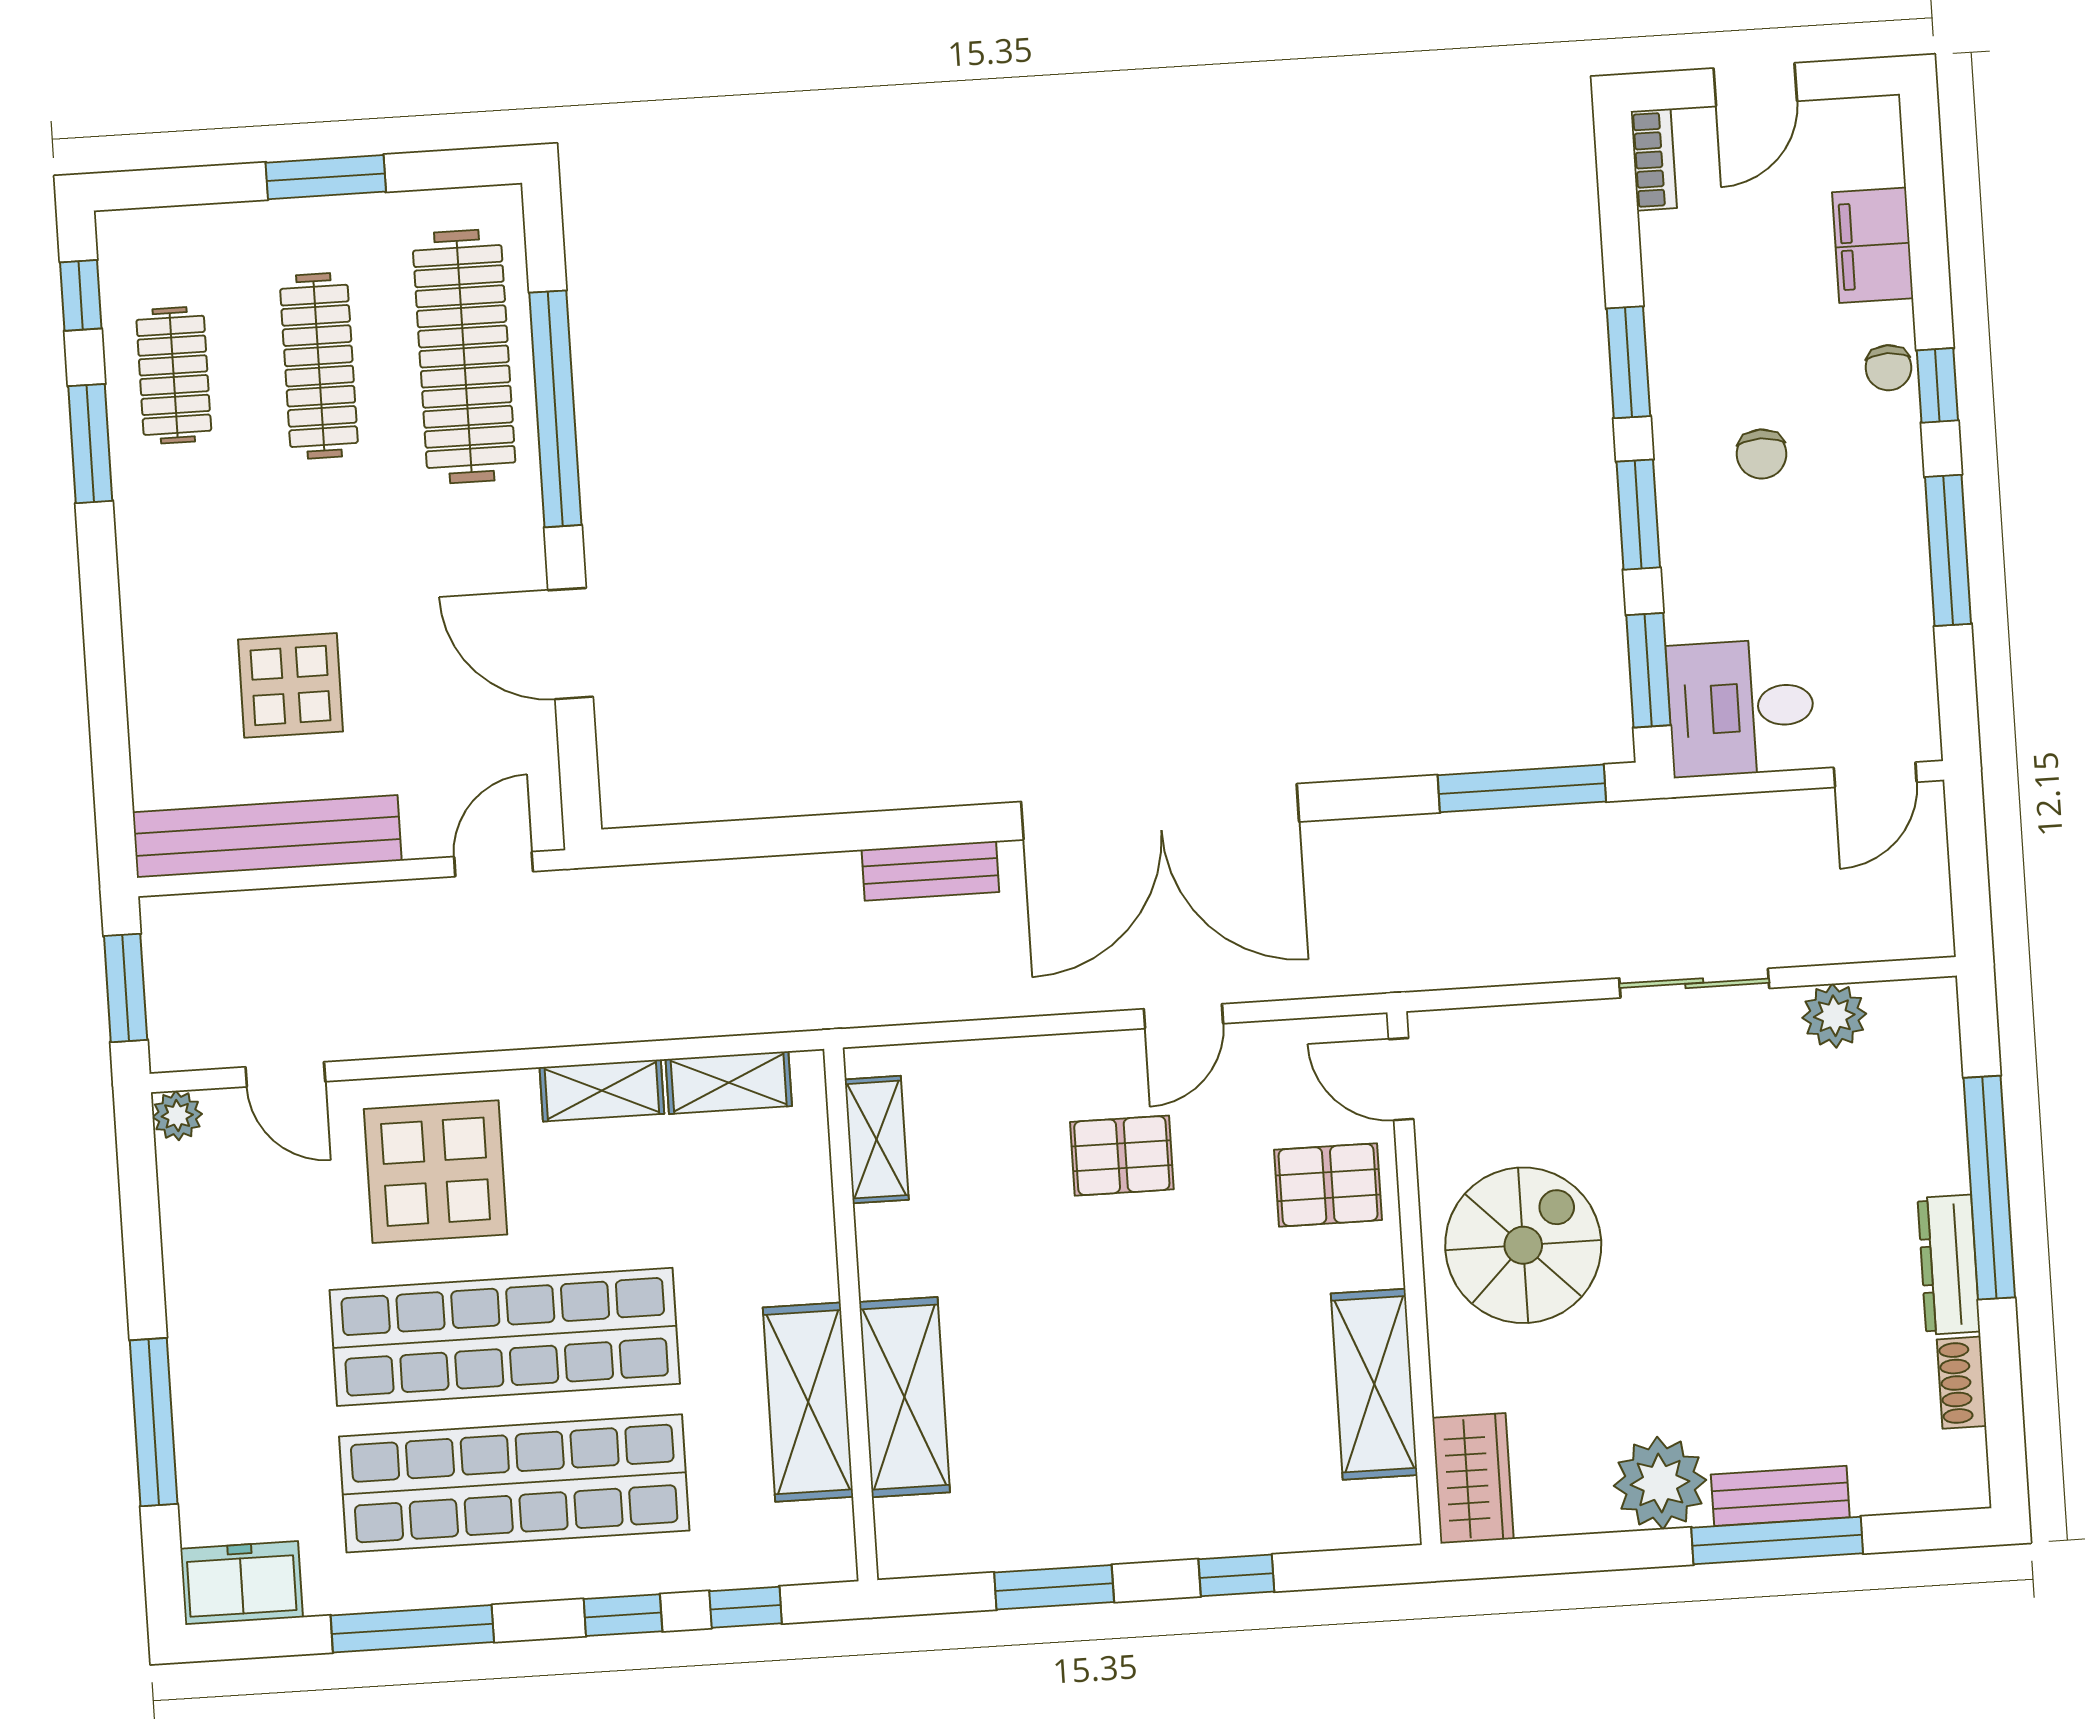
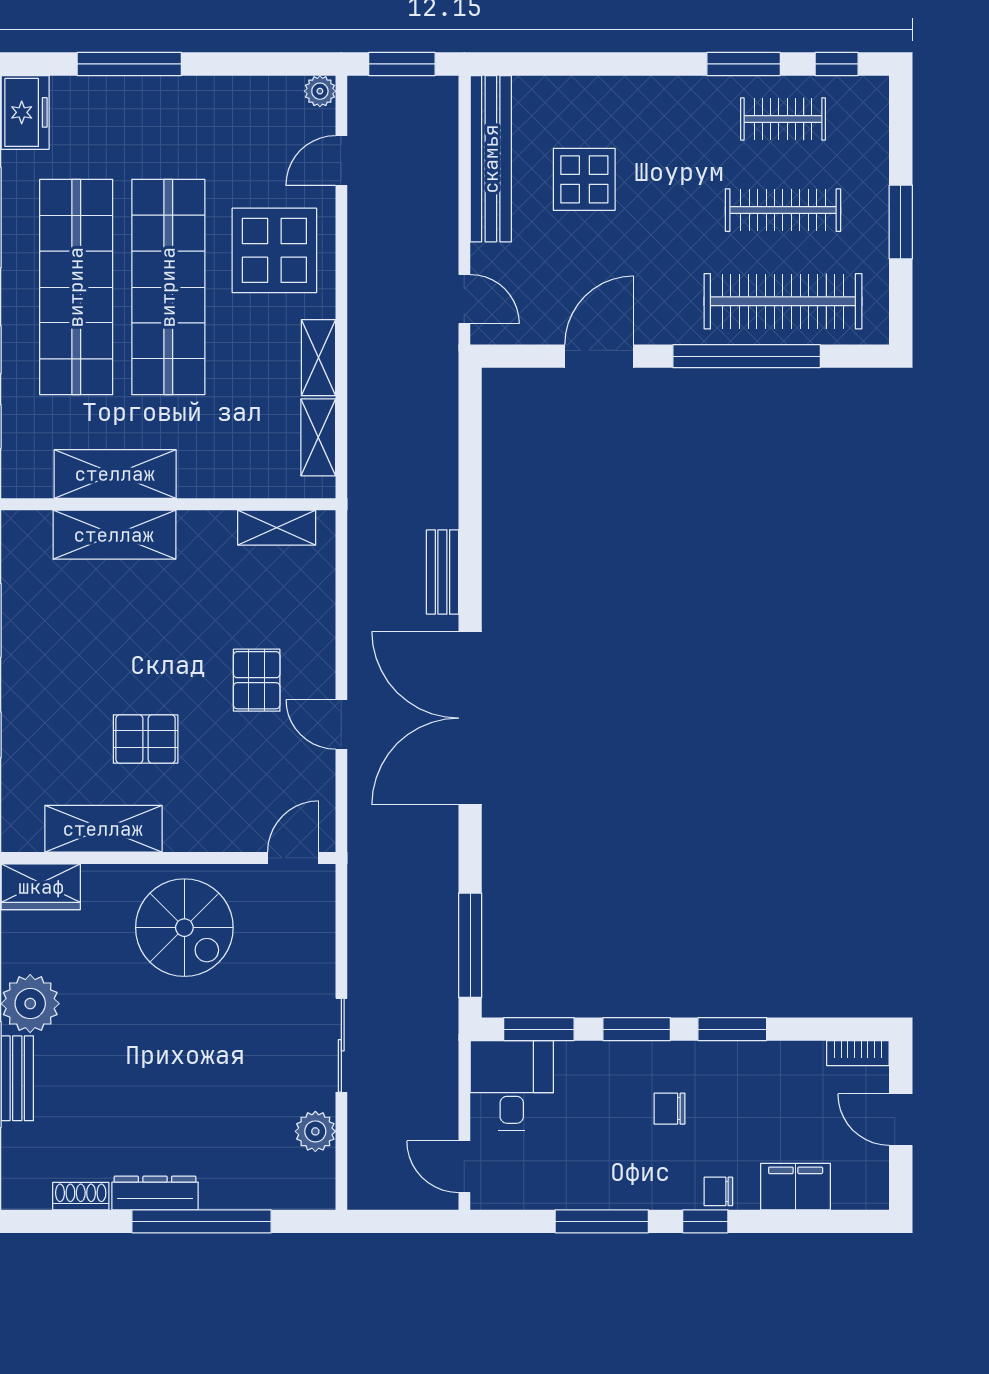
pallet: (1328, 1185) -> (146, 739), moved, turned 90

